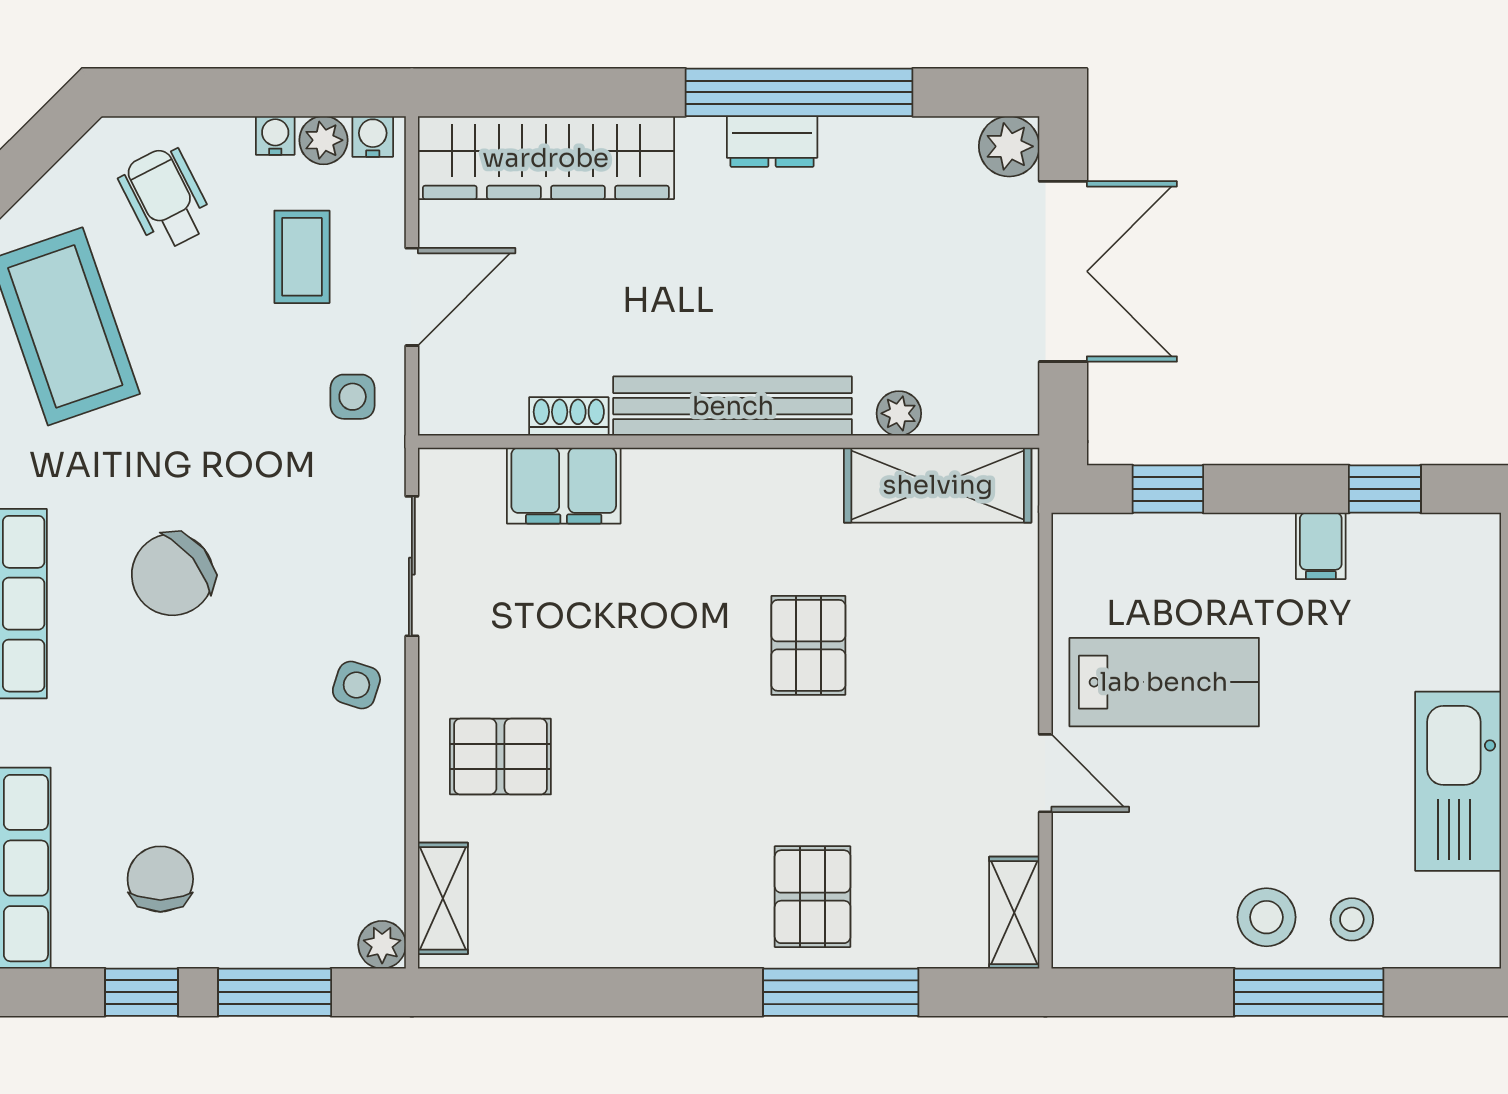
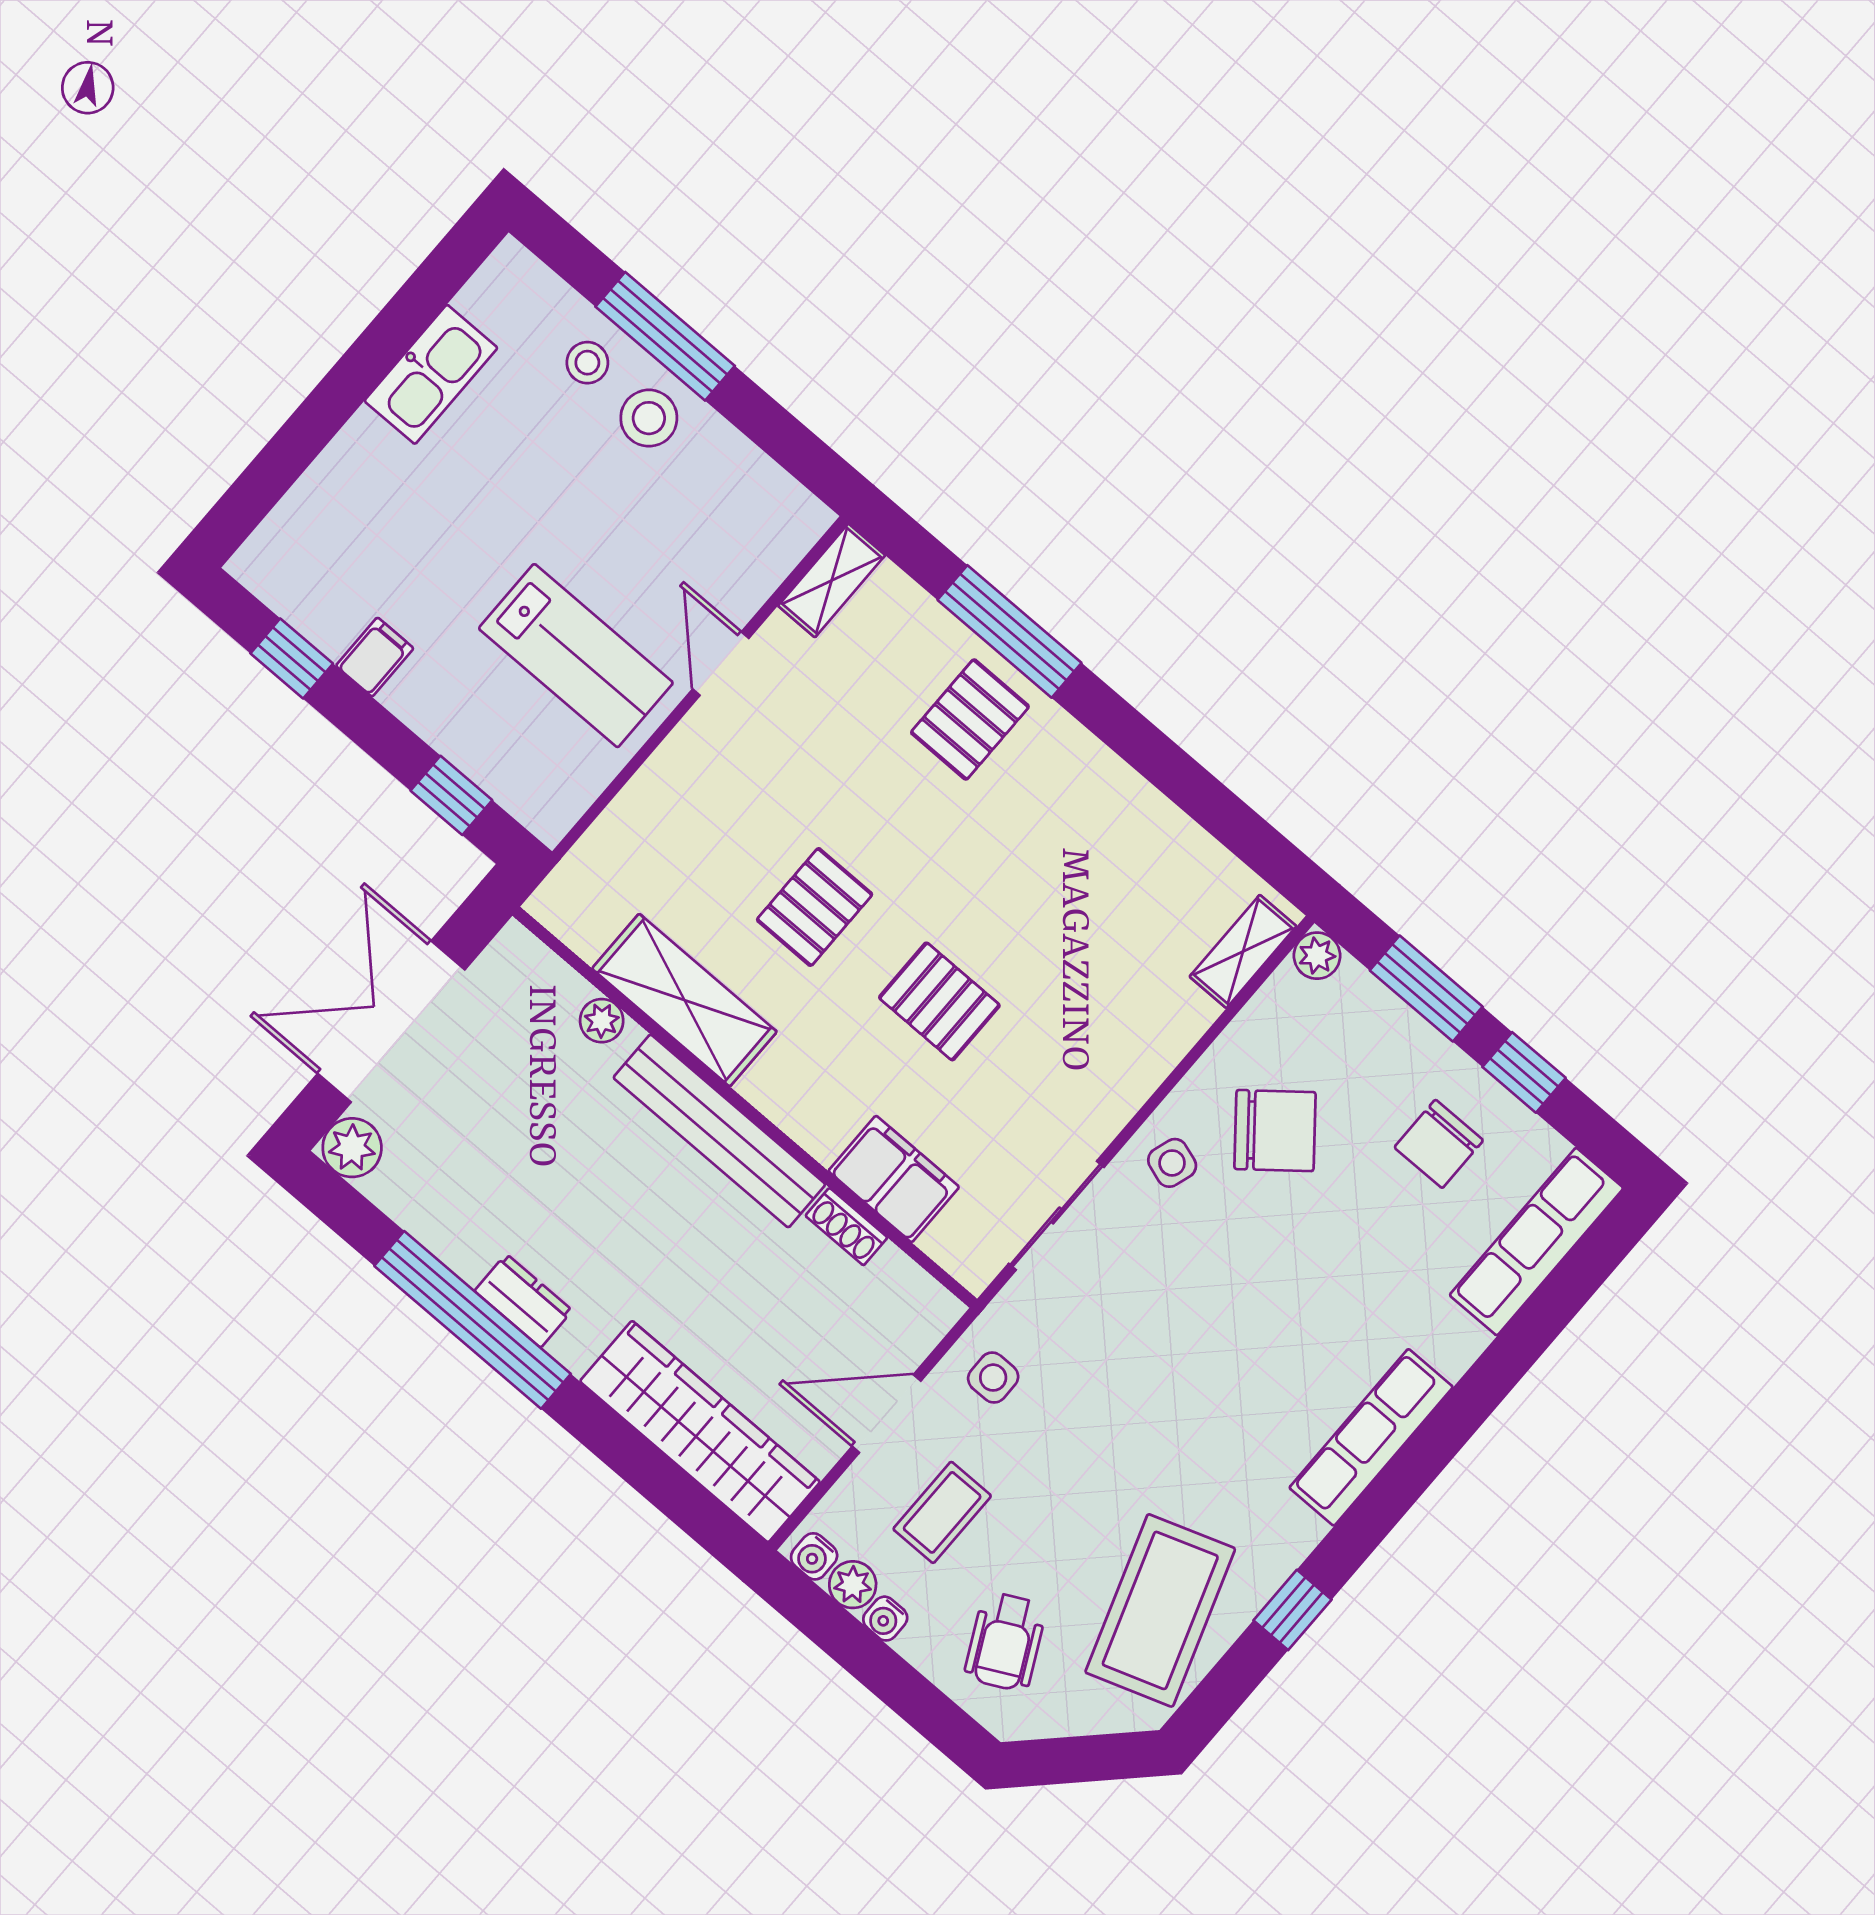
shelving: (938, 485) -> (684, 1000), moved
chair: (173, 575) -> (1275, 1131), moved
lab bench: (1164, 682) -> (576, 656), turned 180
pallet: (500, 757) -> (939, 1001), moved
kitchen sink: (1458, 781) -> (431, 374), width x0.73, depth x0.81

